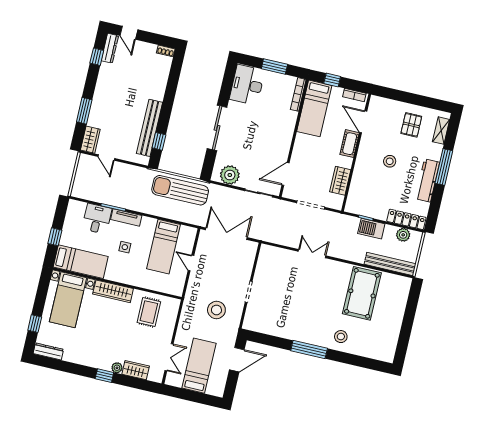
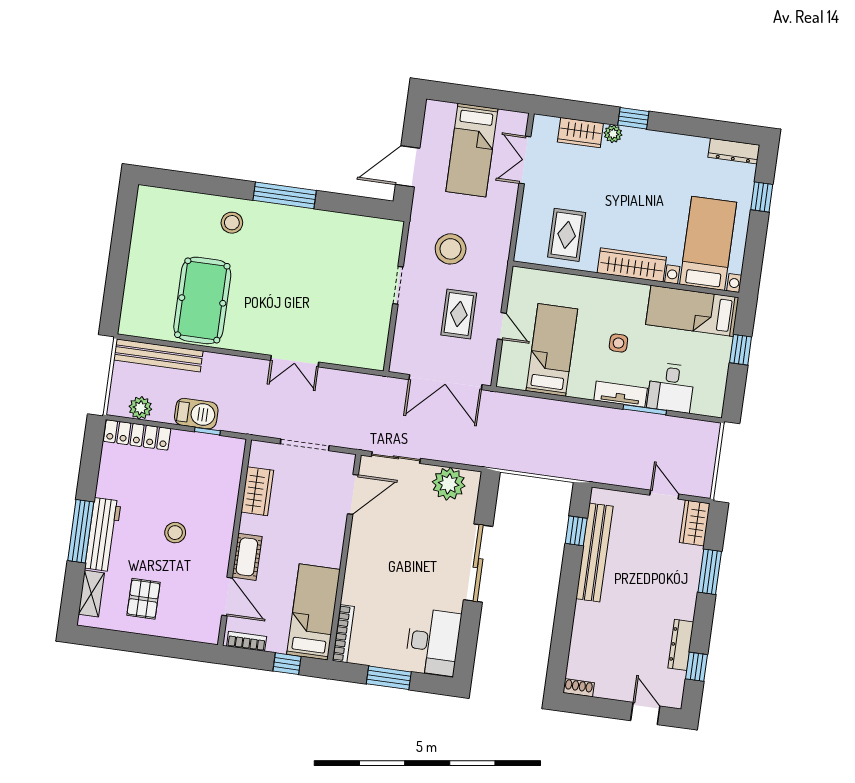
dresser: (110, 48) -> (681, 645), moved
workbench: (427, 181) -> (103, 535), moved
sun lounger: (180, 190) -> (532, 450), removed
rug: (215, 272) -> (459, 314), added

